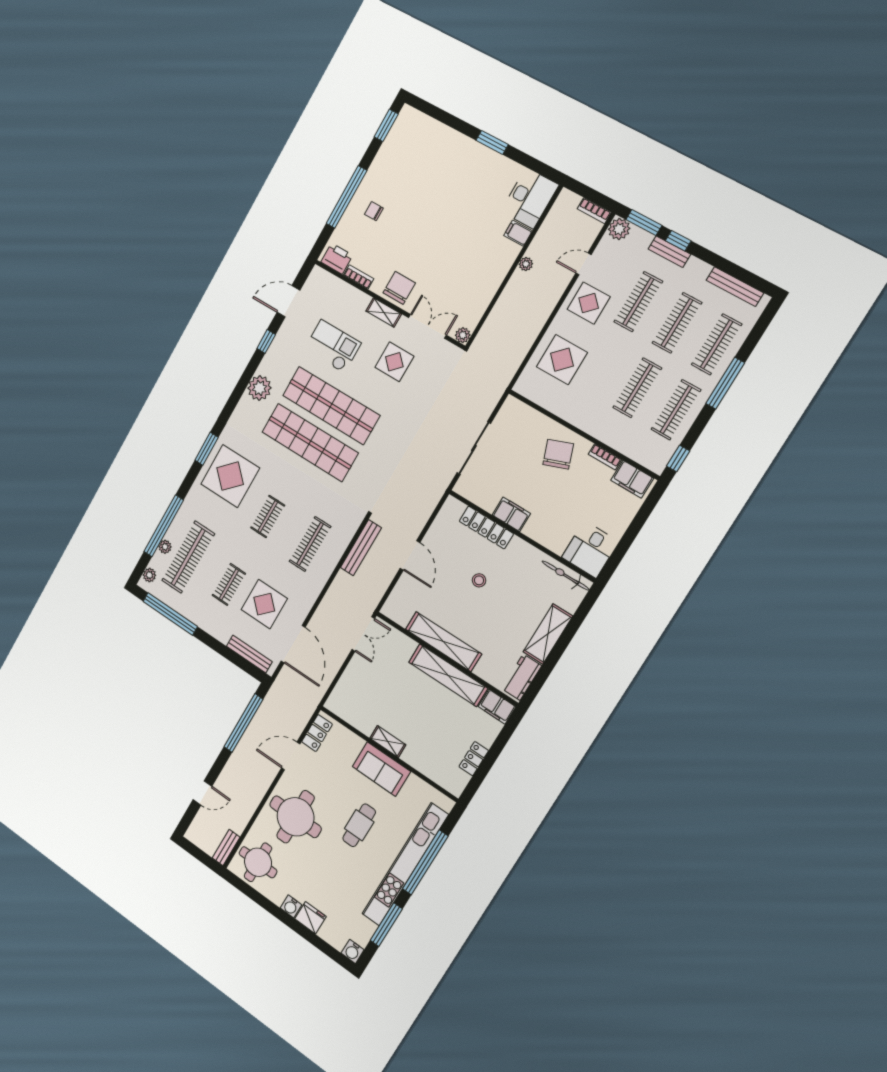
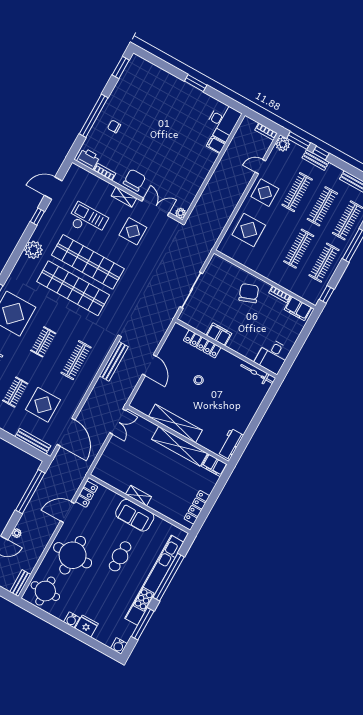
plant: (526, 264) -> (17, 533), moved
shelving: (548, 634) -> (247, 414), removed
locker: (474, 759) -> (197, 507), width x1.53

